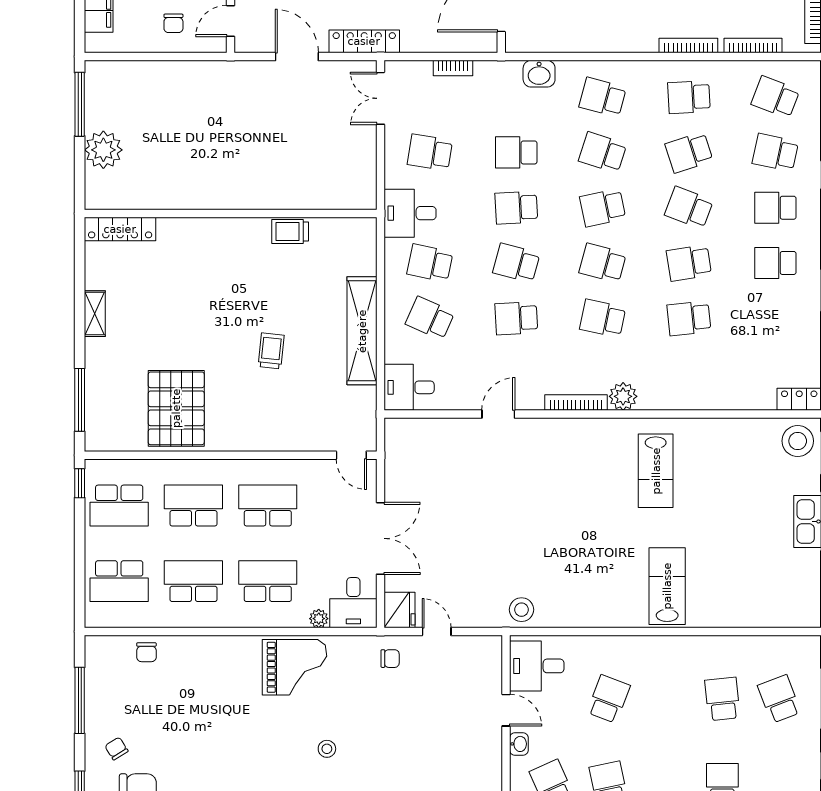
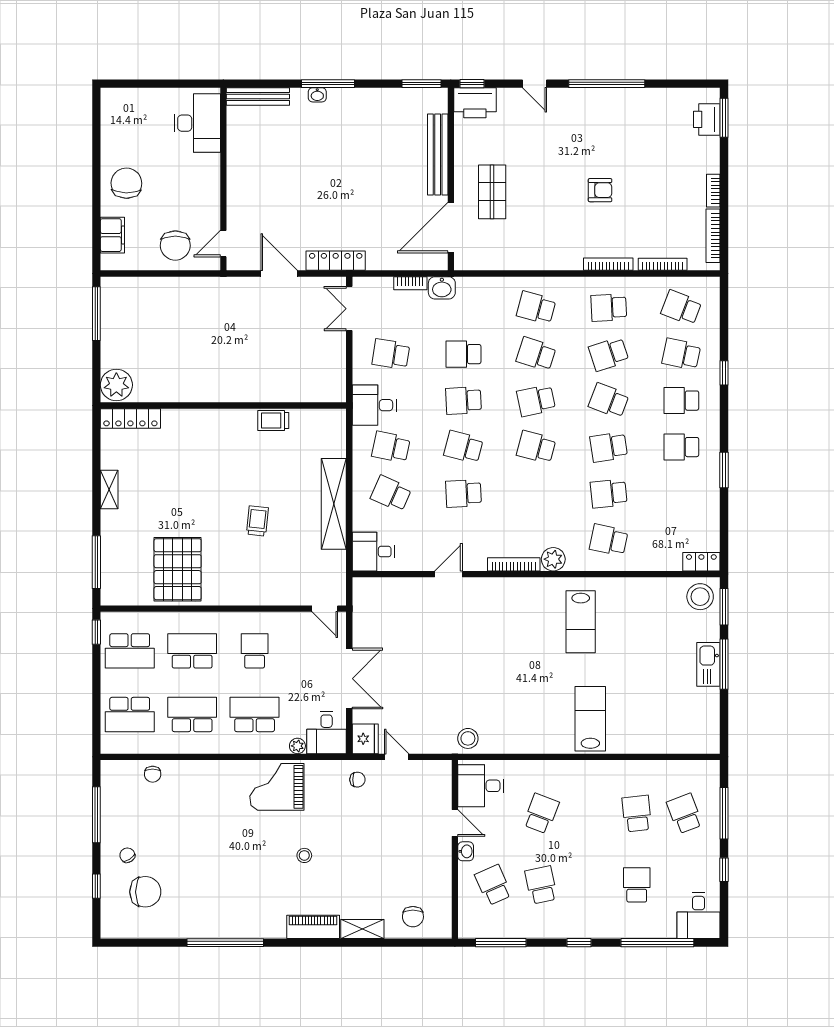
chair: (173, 23) -> (175, 246), width x1.87, depth x1.87
washbasin: (539, 74) -> (442, 288), moved
plant: (103, 150) -> (116, 385), moved
school desk: (603, 318) -> (609, 540), moved
school desk: (268, 506) -> (255, 651), width x0.54
grand piano: (294, 667) -> (277, 787), turned 180

